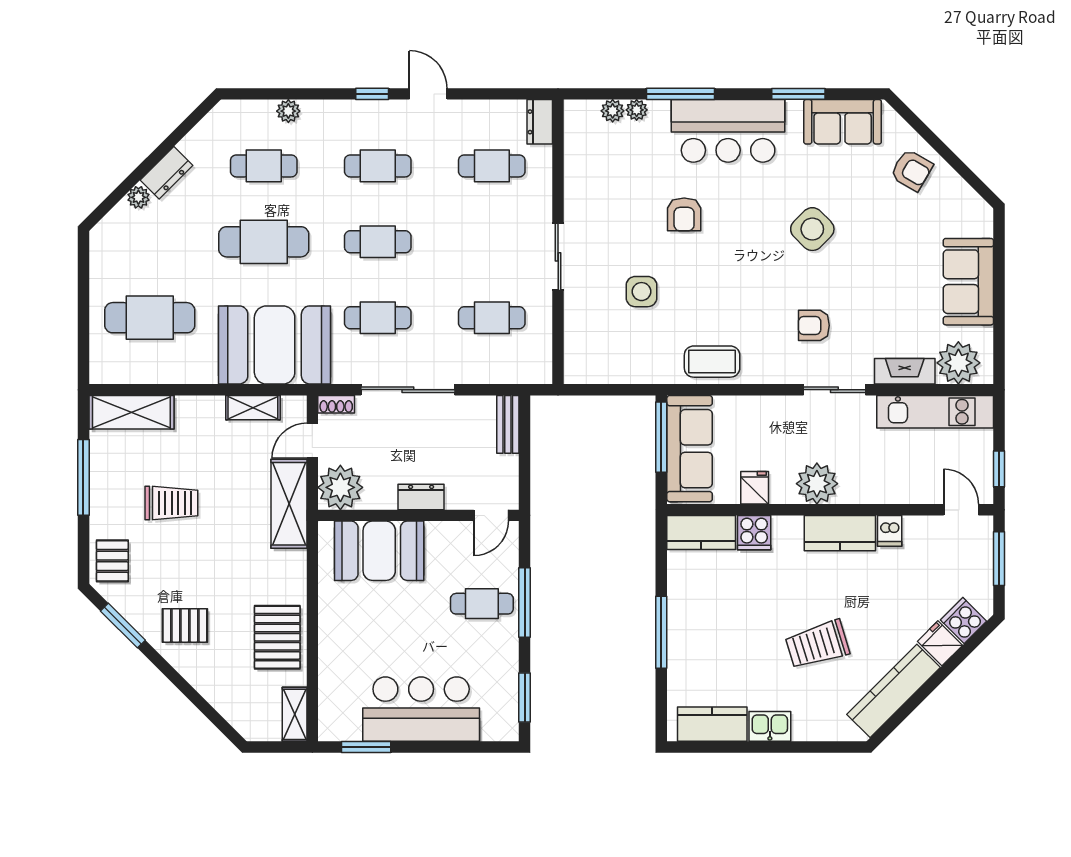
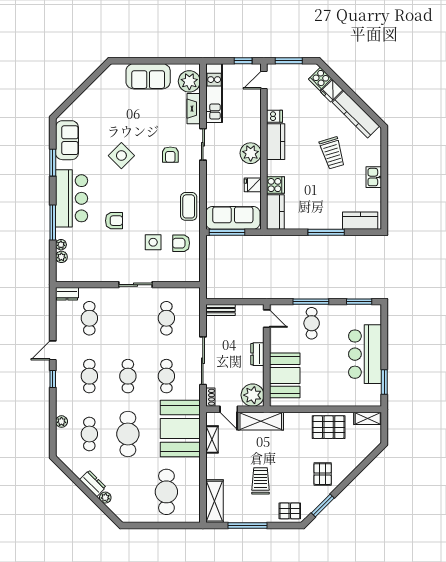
armchair: (912, 170) -> (181, 243), moved, turned -120
kitchen counter: (712, 724) -> (360, 221), moved, turned 90

